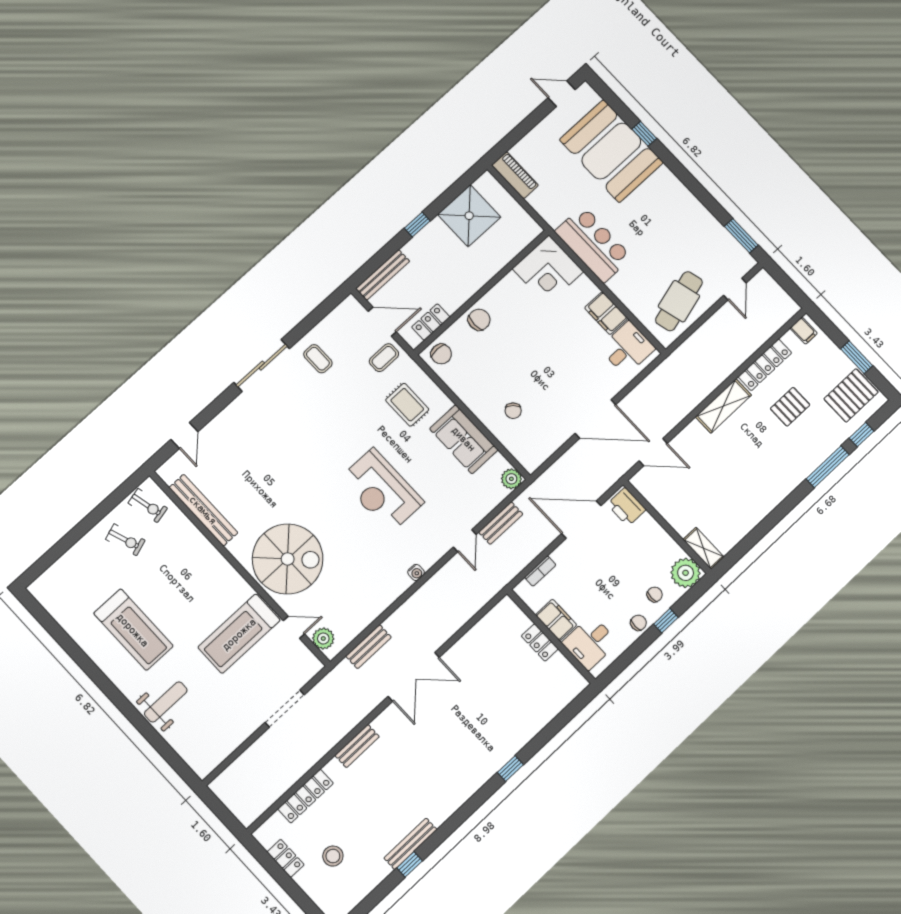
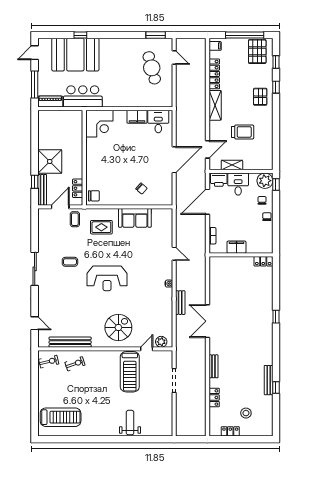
window: (518, 133) -> (35, 85), added
shower: (469, 216) -> (50, 161), moved
window: (417, 225) -> (35, 182), moved
bar counter: (593, 244) -> (83, 96), moved
cafe table: (679, 301) -> (152, 68), moved
chair: (479, 320) -> (94, 169), removed
window: (857, 357) -> (245, 35), width x2.11
coffee table: (318, 359) -> (70, 262), moved
pallet: (790, 407) -> (260, 97), moved
window: (828, 467) -> (276, 87), width x0.46
trolley: (723, 478) -> (243, 132), added
plant: (511, 479) -> (167, 214), removed
reception desk: (382, 490) -> (107, 278), moved
bench: (501, 523) -> (180, 234), removed
exercise bike: (125, 540) -> (75, 364), moved
shelving: (703, 548) -> (232, 165), moved
spiral stairs: (288, 559) -> (118, 327), width x0.73, depth x0.73
window: (666, 621) -> (276, 184), moved
treadmill: (133, 630) -> (61, 417), moved
locker: (540, 642) -> (263, 261), moved
desk: (590, 642) -> (238, 184), moved, turned 180
bench: (369, 647) -> (180, 303), moved
double door: (414, 677) -> (207, 321), swing flipped
locker: (306, 796) -> (214, 397), width x0.66

